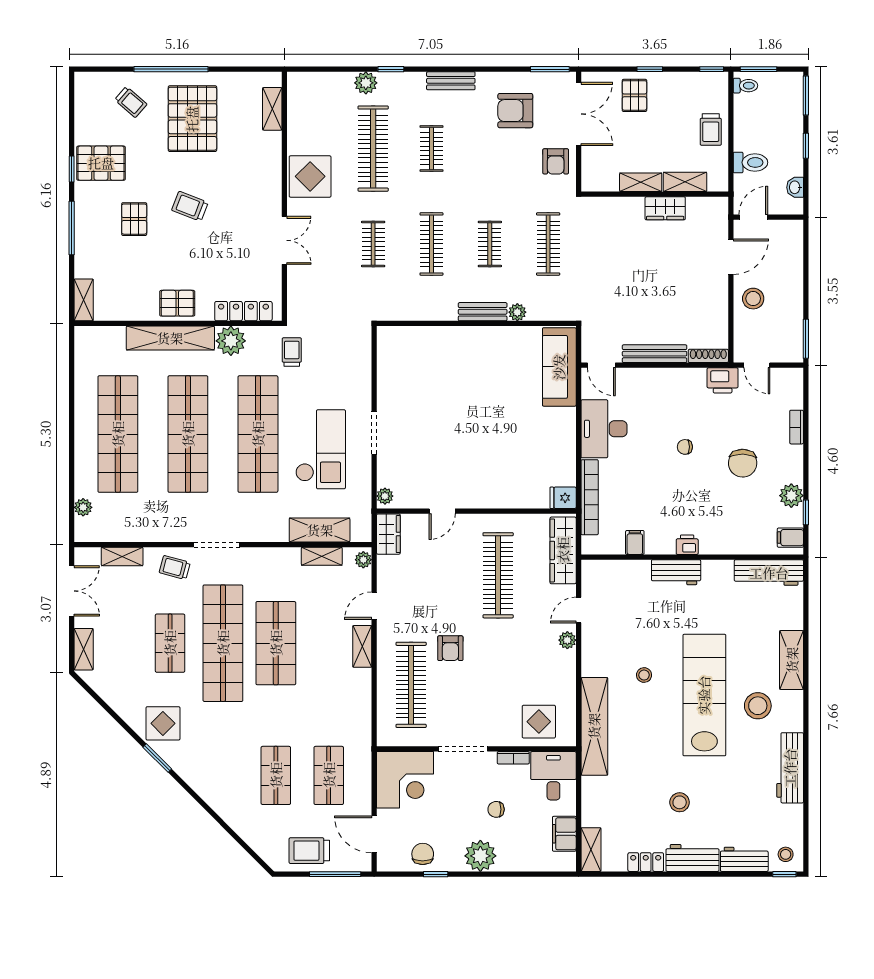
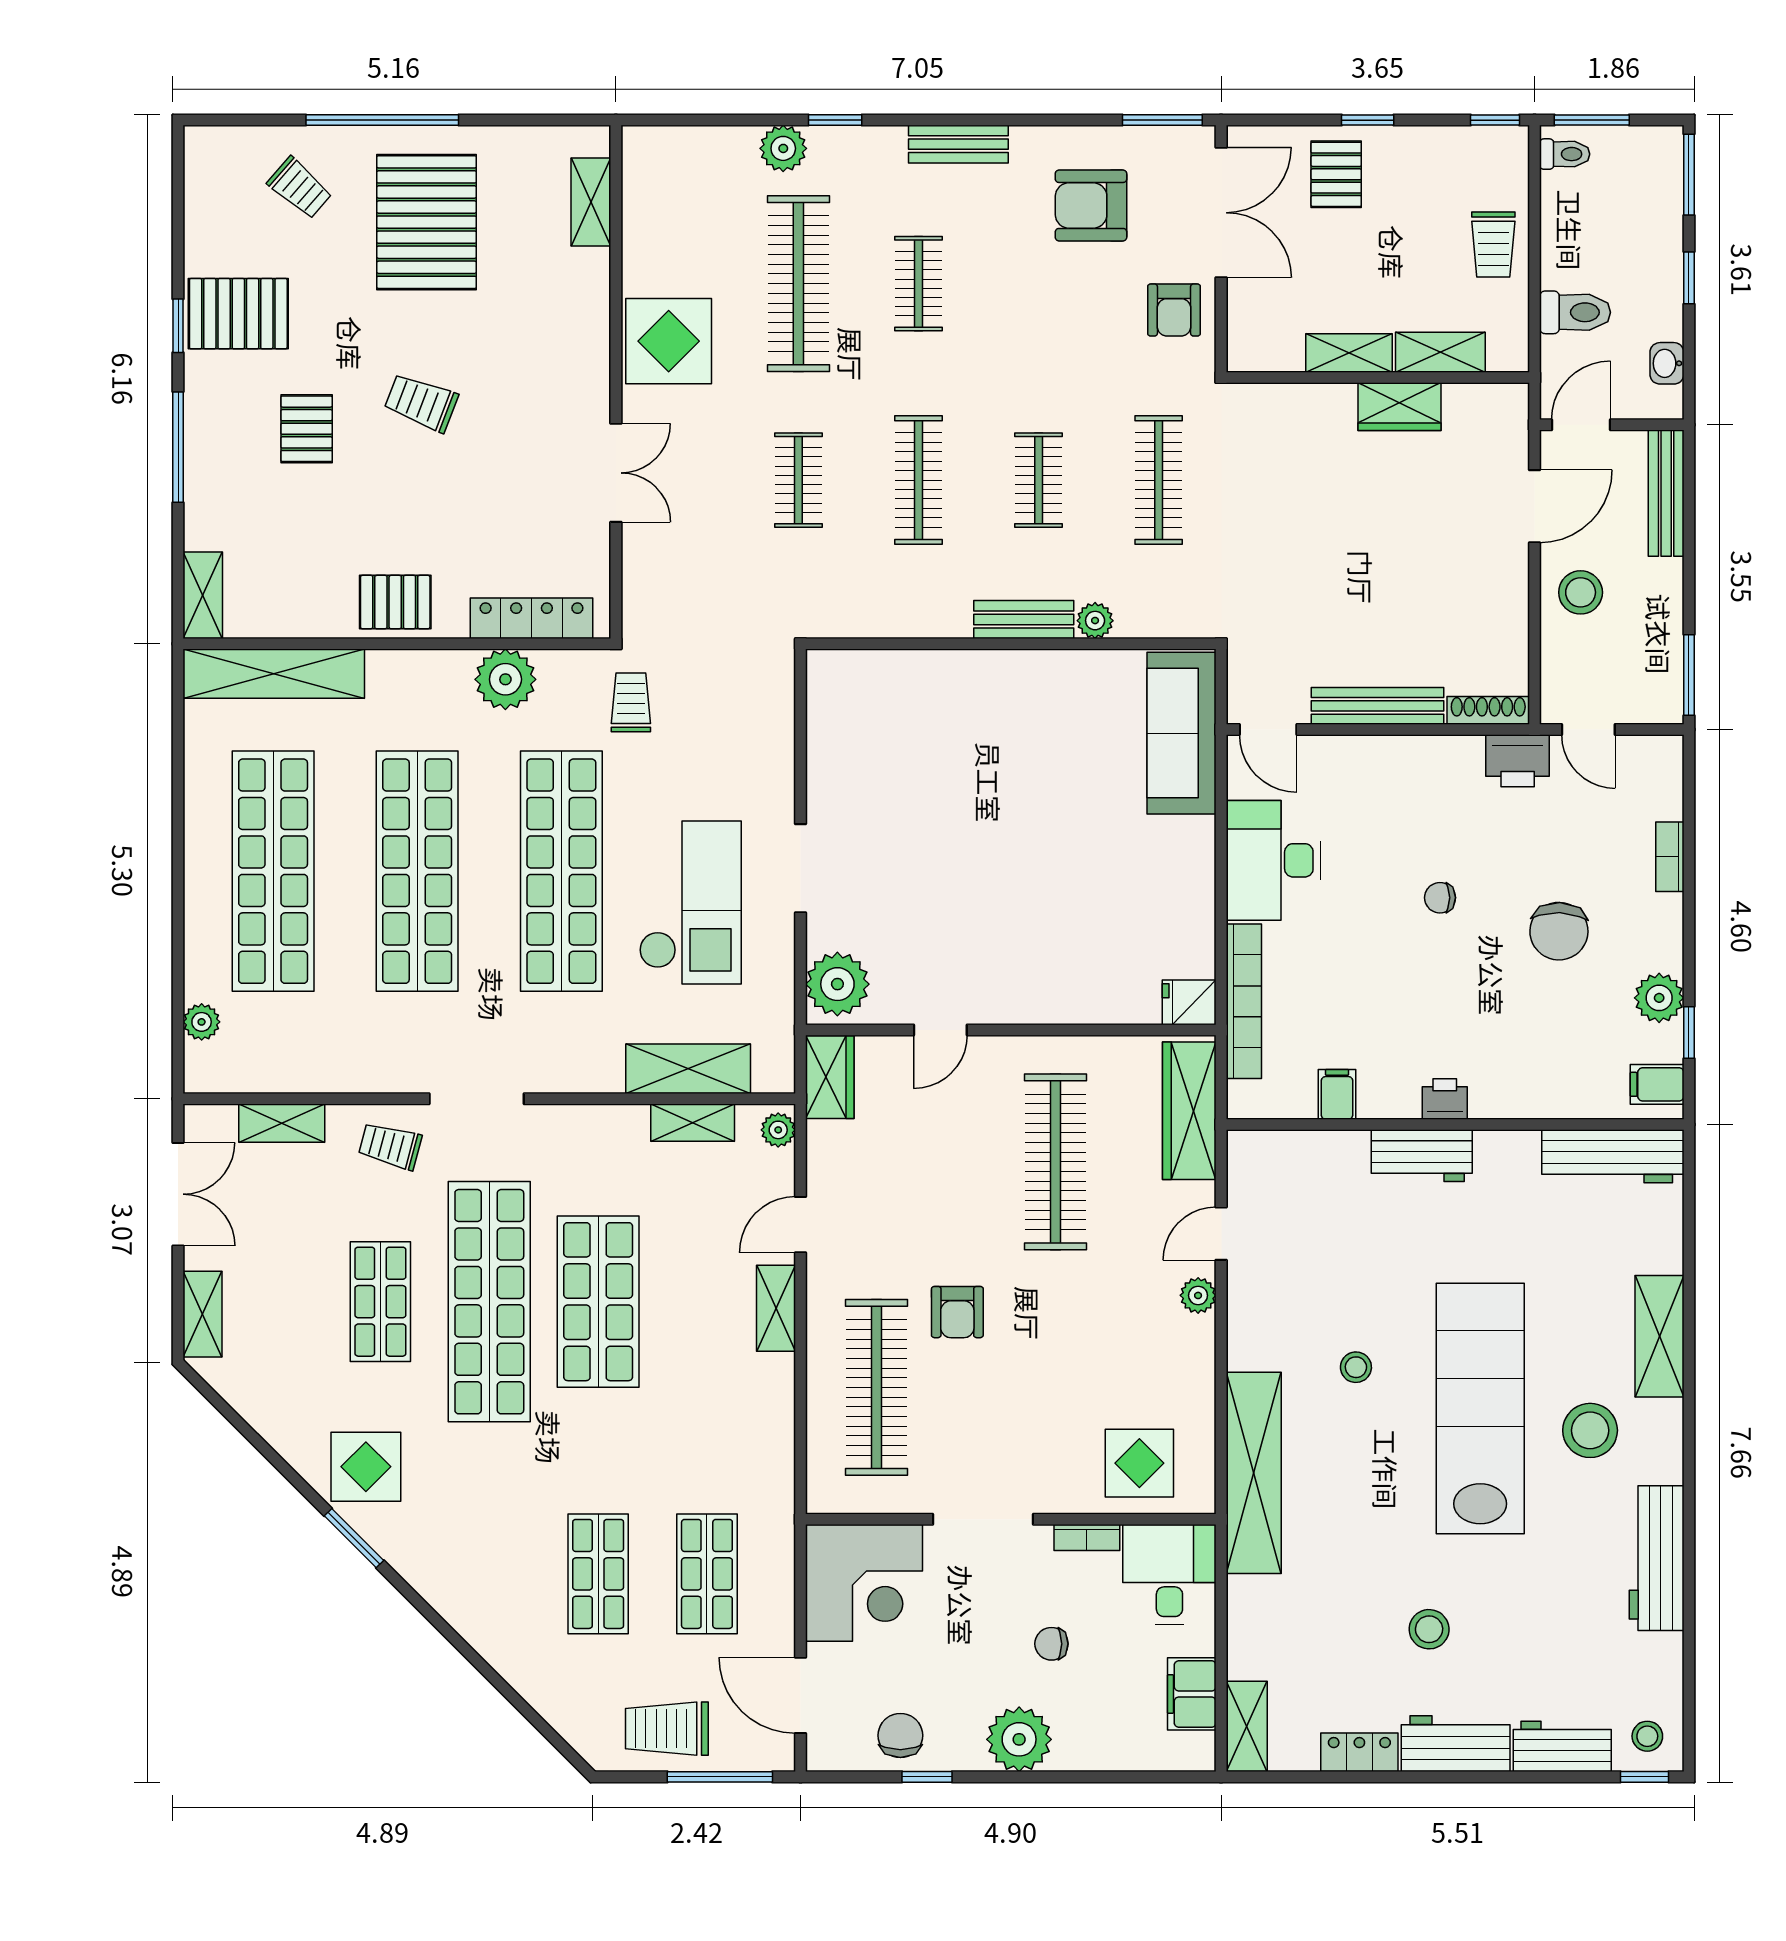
bench: (795, 250) -> (1666, 493), added
shelving: (170, 338) -> (274, 674), moved
plant: (385, 496) -> (837, 984), width x1.88, depth x1.88

